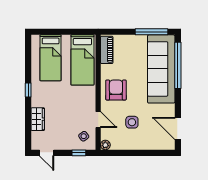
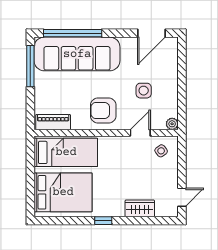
bed: (51, 58) -> (63, 192), width x1.50
window: (79, 153) -> (182, 157), removed

